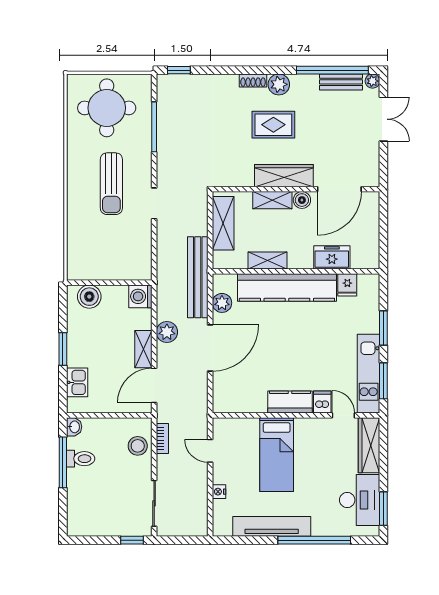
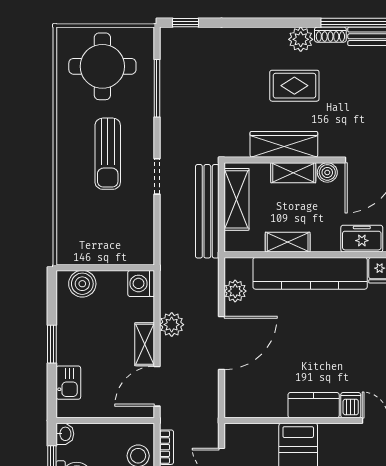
shoe rack: (253, 80) -> (330, 35), moved
wardrobe: (284, 176) -> (284, 144), moved
bench: (198, 277) -> (207, 211), moved

